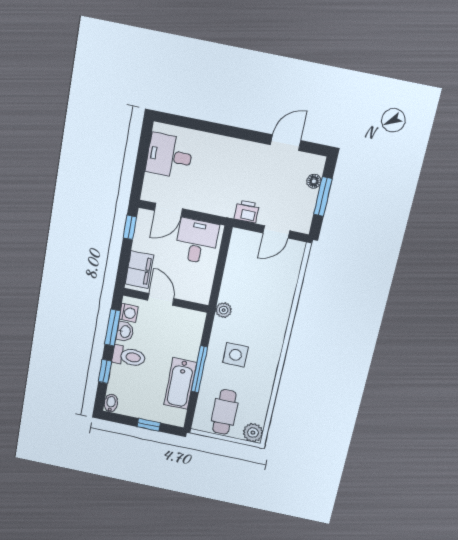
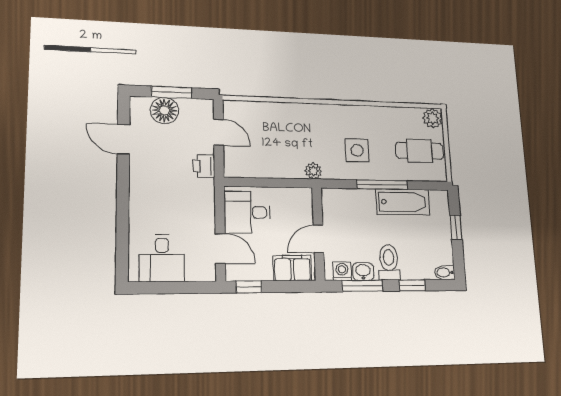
floor lamp: (314, 181) -> (164, 110), width x1.89, depth x1.89

